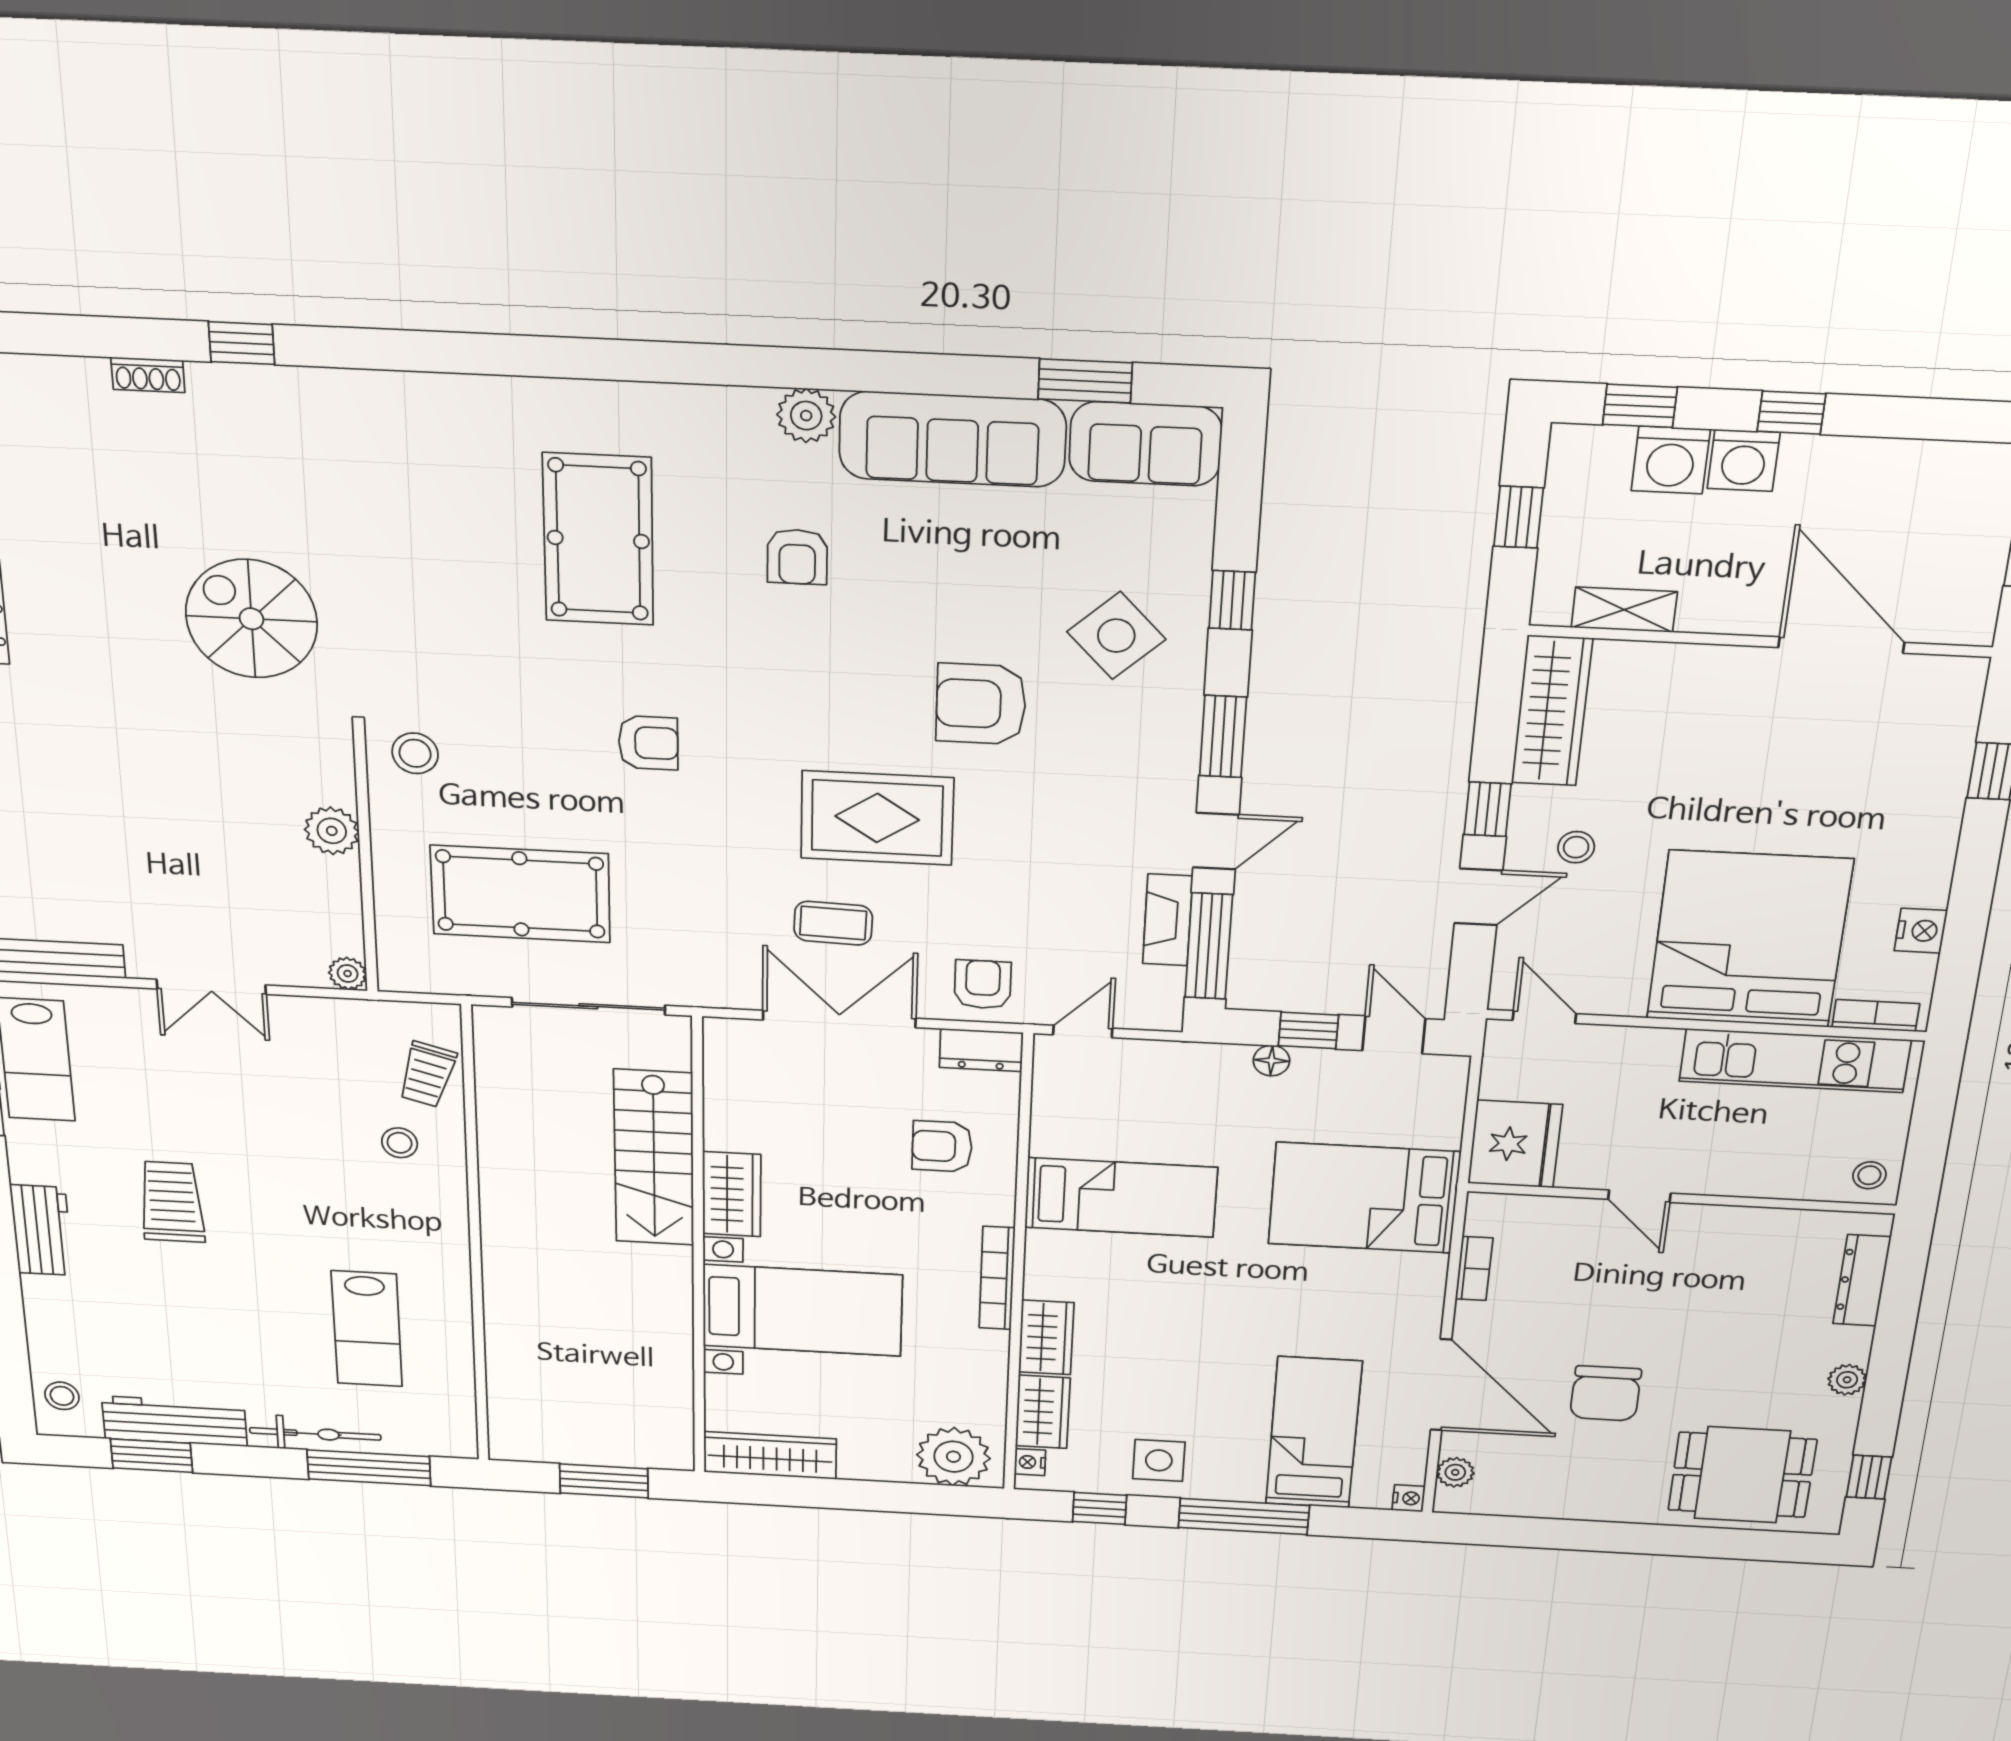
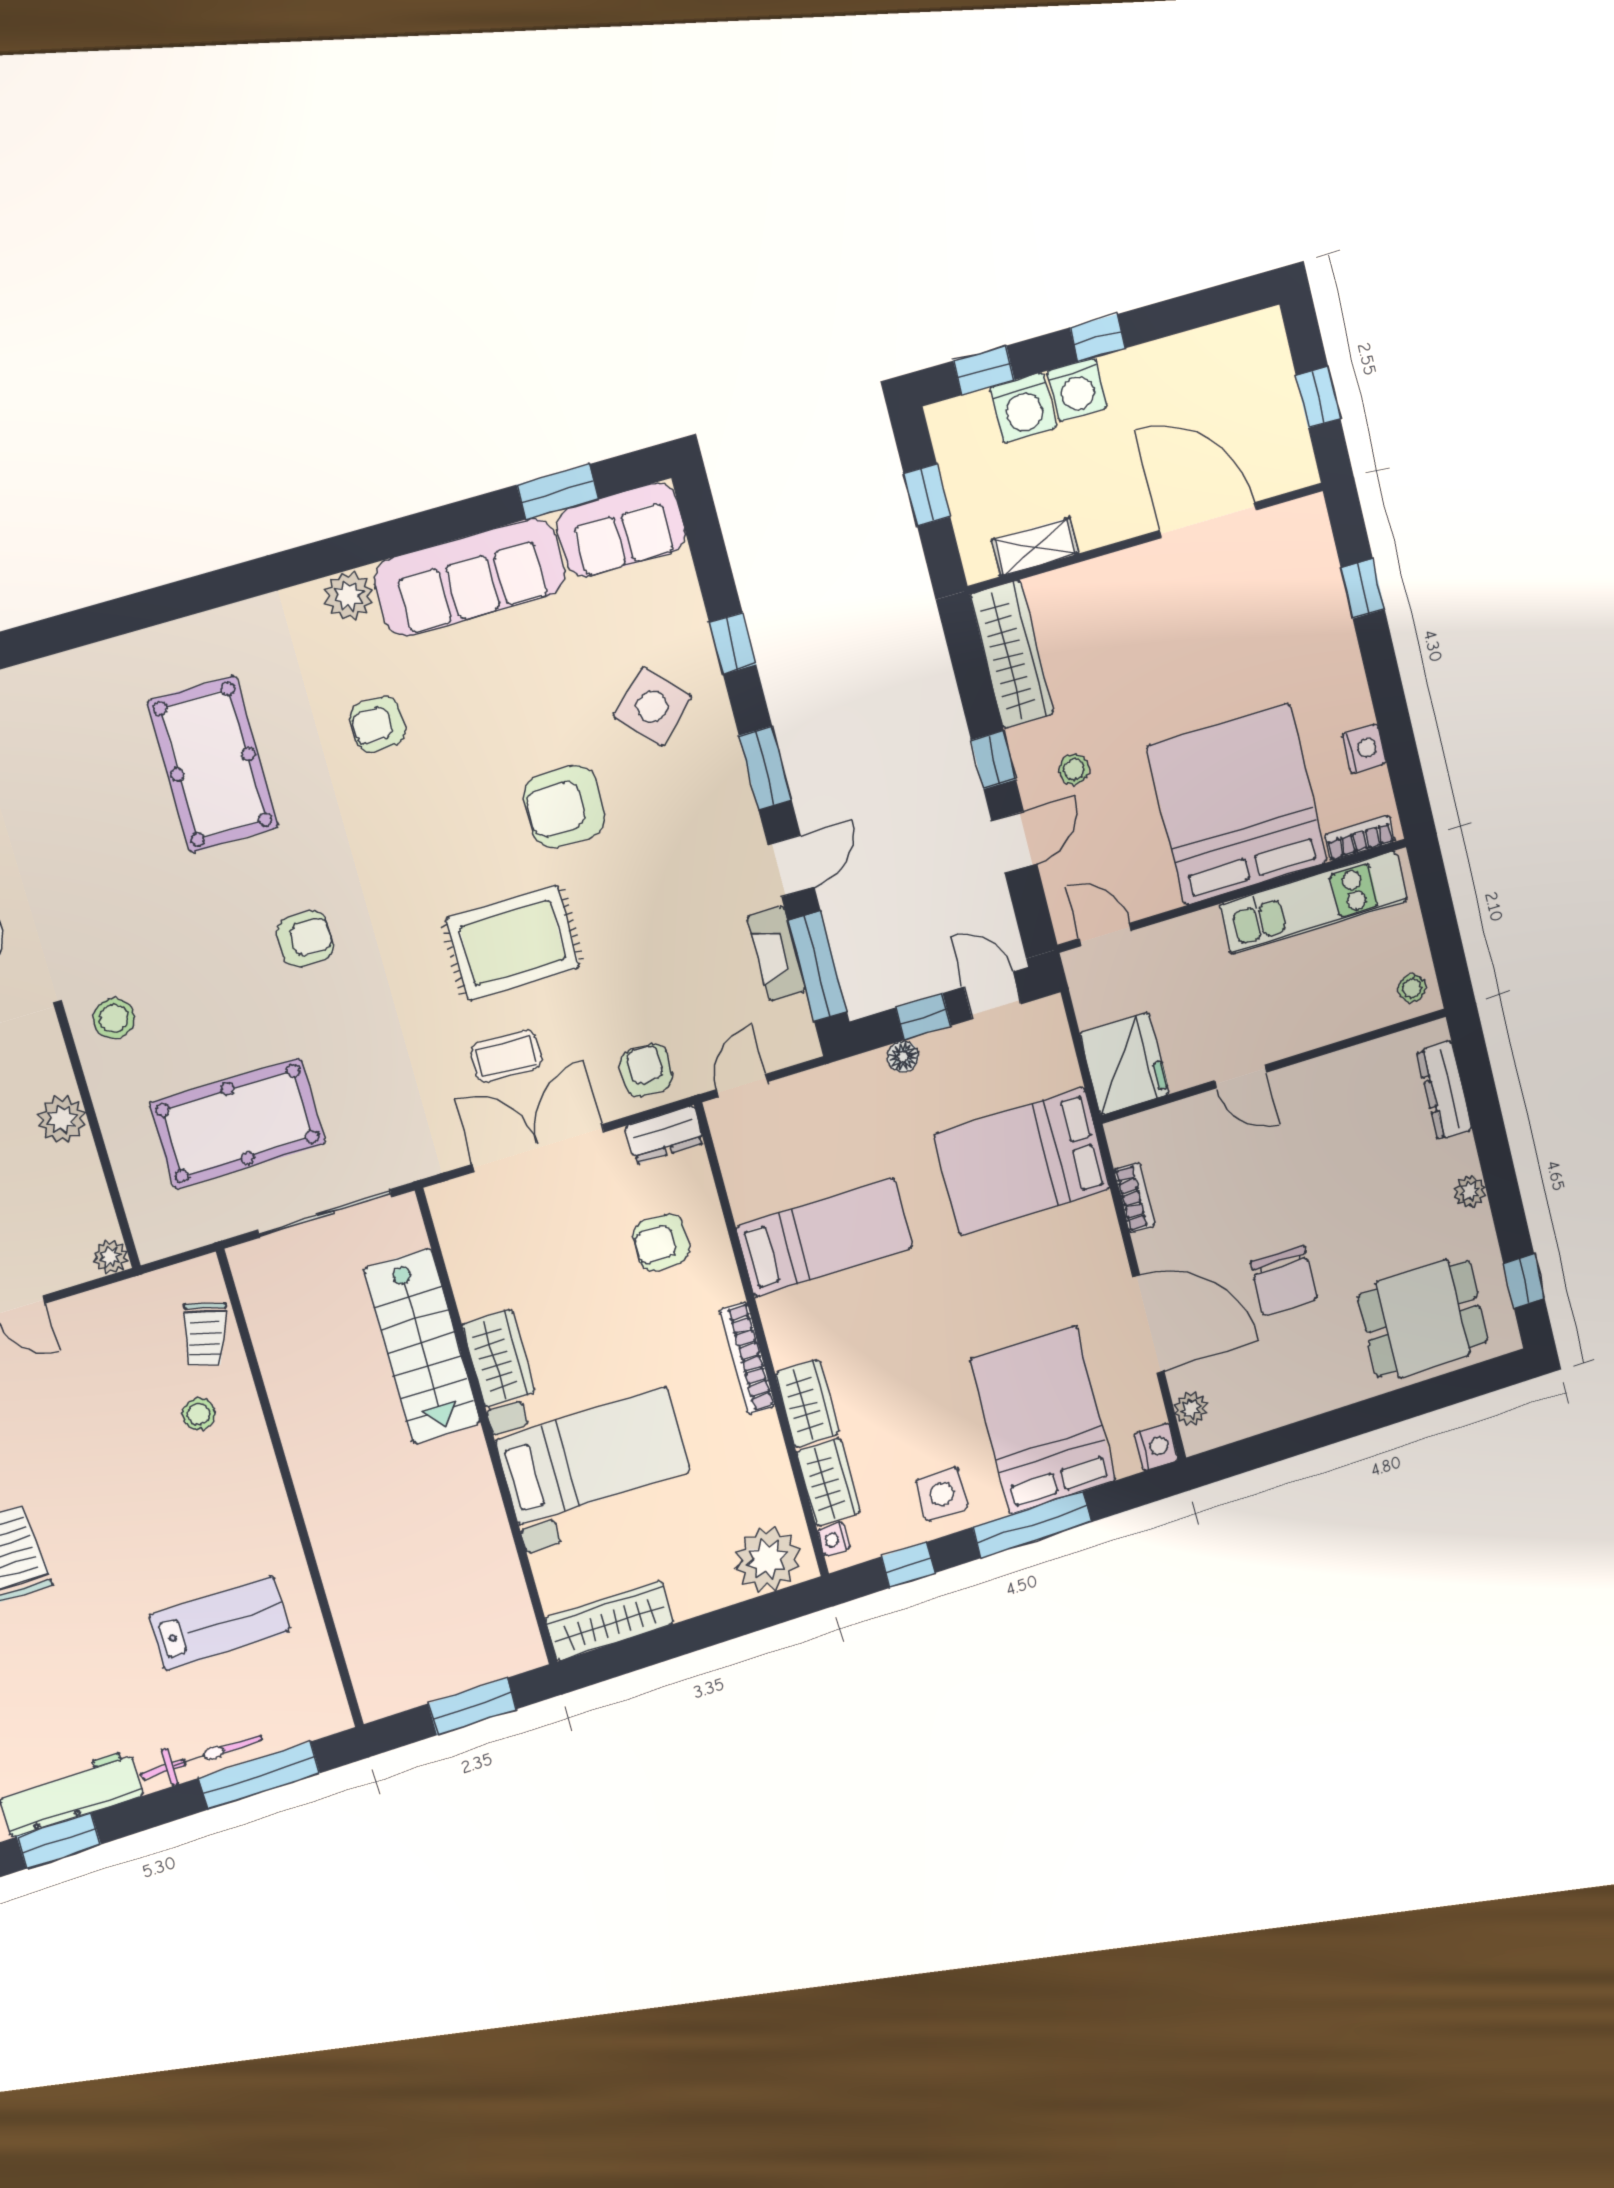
armchair: (797, 557) -> (378, 724), turned 90
lab bench: (367, 1329) -> (219, 1623), turned -90
bed: (1314, 1433) -> (1043, 1420), width x1.50
nightstand: (1409, 1498) -> (1156, 1447), width x1.39, depth x1.35

